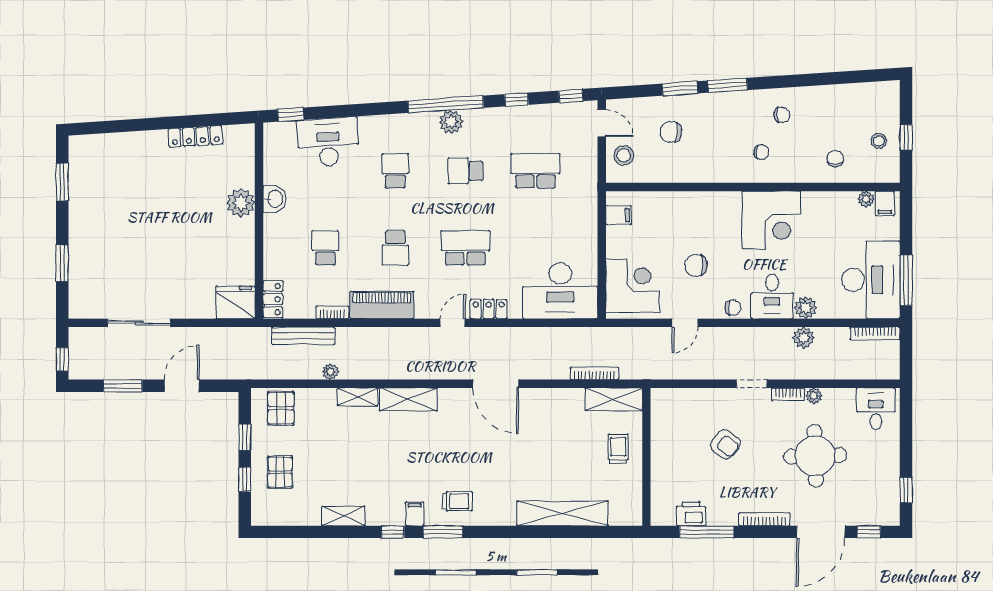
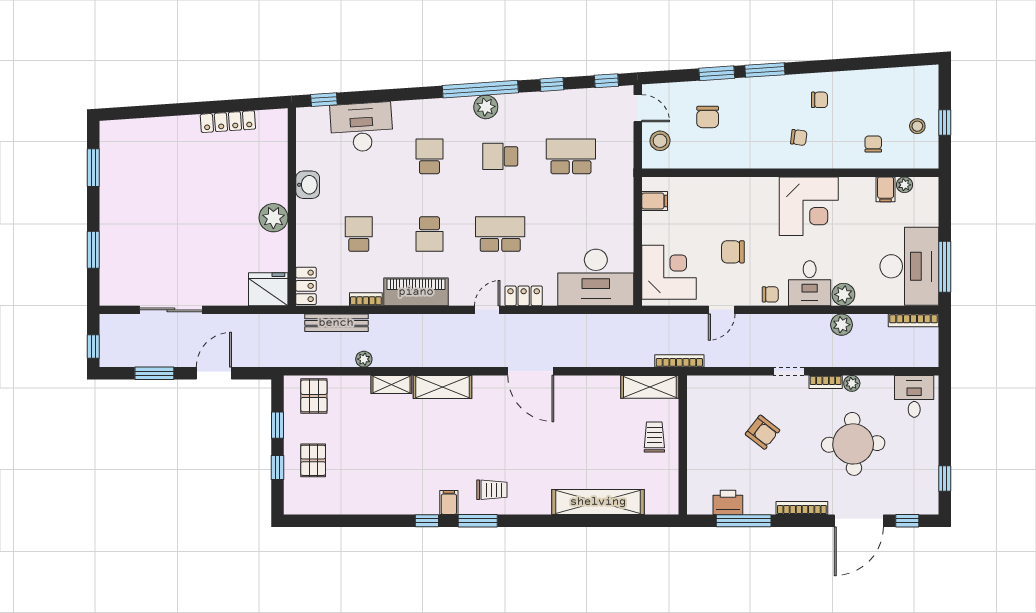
chair: (671, 132) -> (708, 117), turned -98
plant: (241, 203) -> (273, 218), moved
filing cabinet: (885, 203) -> (886, 189), moved
bookcase: (594, 374) -> (679, 361), moved
shelving: (343, 516) -> (377, 505), removed

